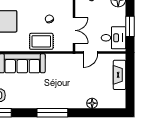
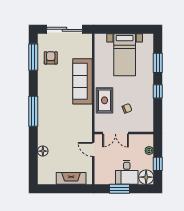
desk: (113, 38) -> (127, 172), moved

